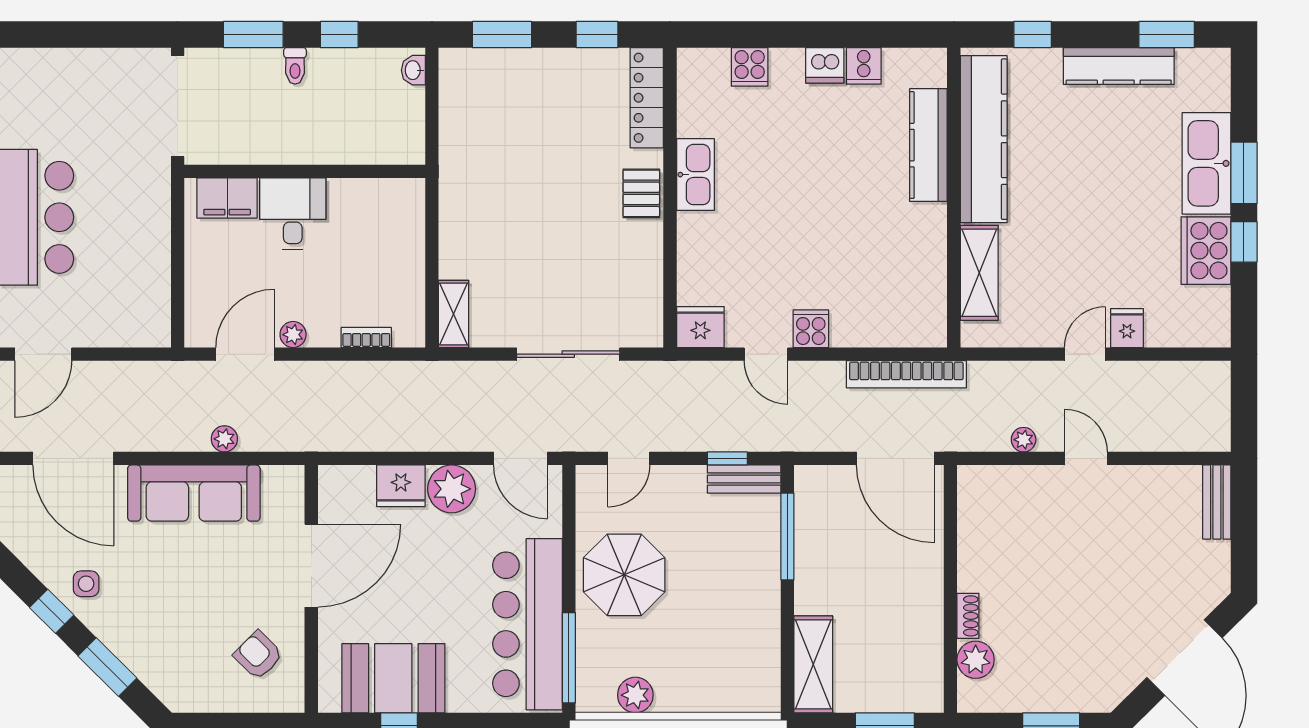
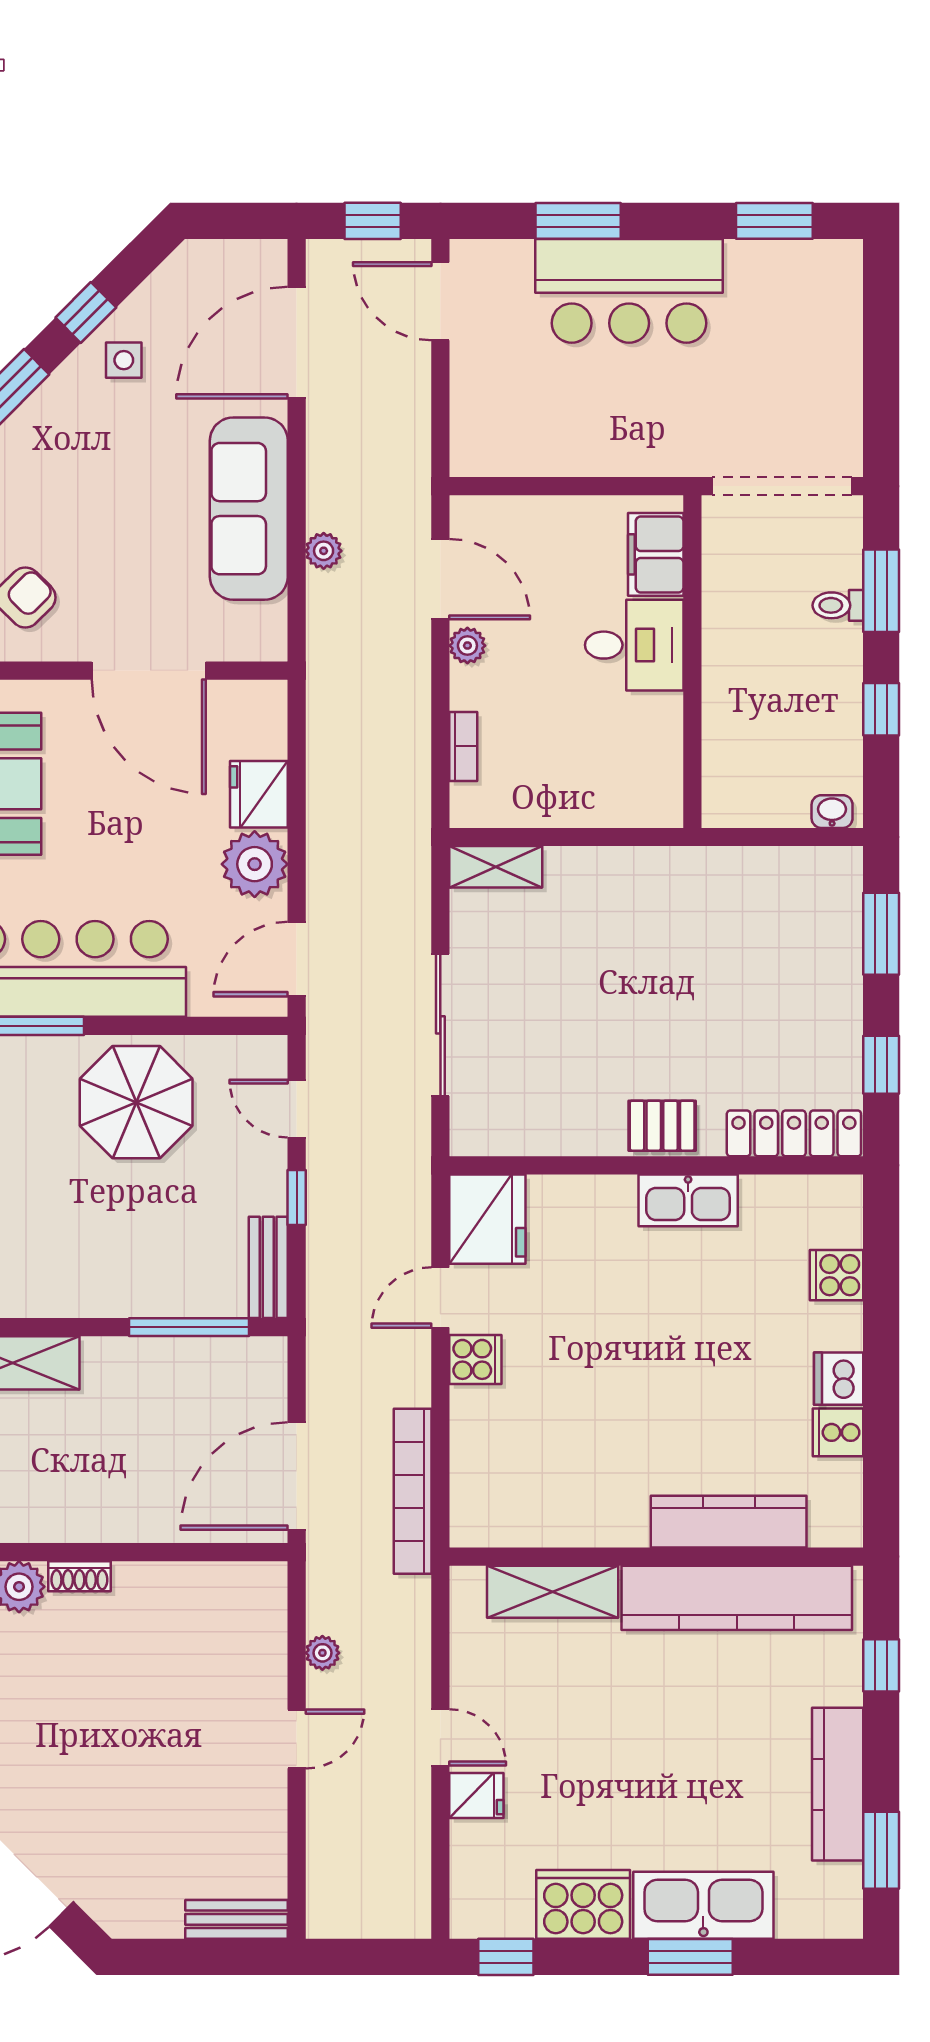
toilet: (295, 66) -> (838, 605), moved
window: (1244, 242) -> (506, 1957), moved
fridge: (700, 327) -> (487, 1219), width x1.36, depth x1.34
window: (727, 458) -> (297, 1197), moved

